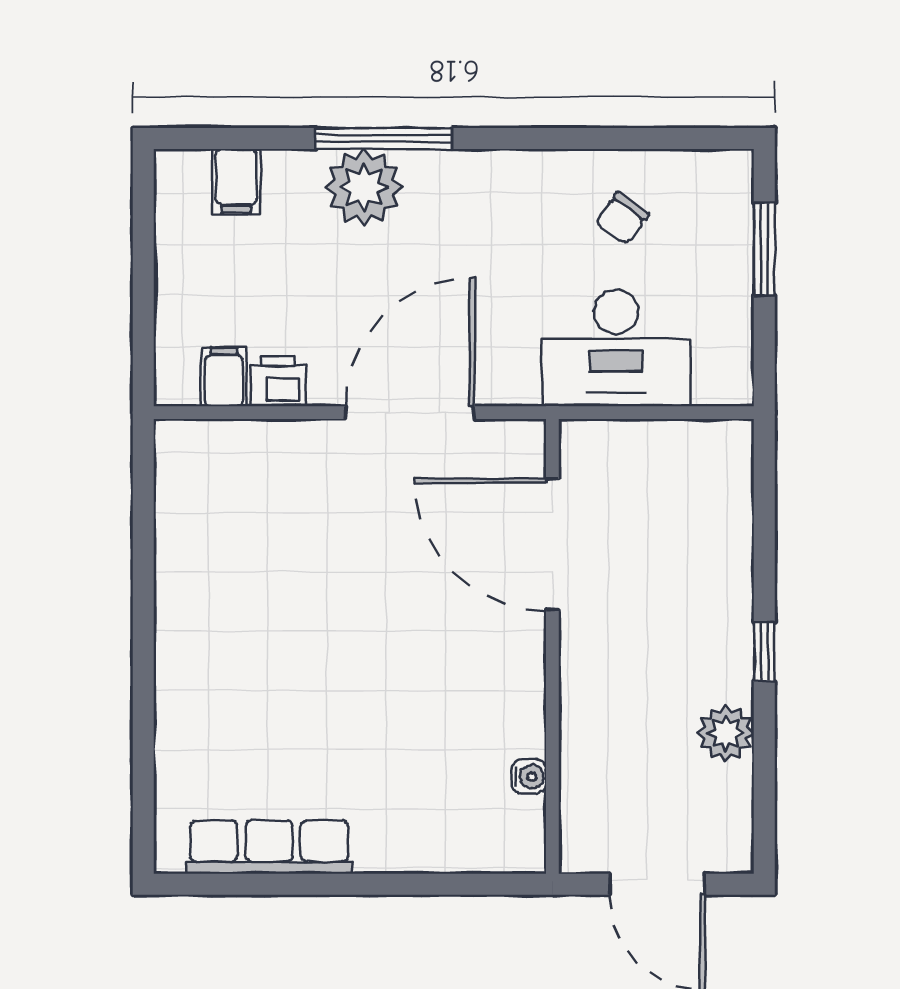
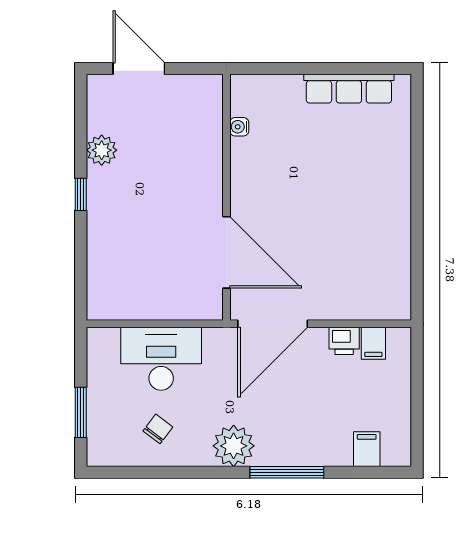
plant: (364, 187) -> (234, 446), moved
door: (552, 545) -> (226, 252), moved
wall: (552, 646) -> (226, 197), moved
water cooler: (529, 777) -> (239, 127), moved

